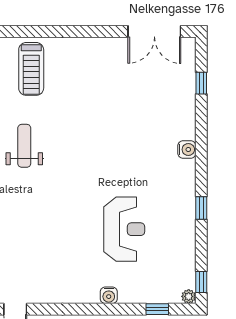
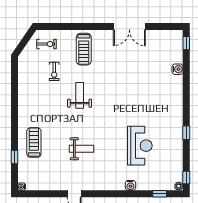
double door: (154, 31) -> (129, 26), moved
window: (201, 83) -> (186, 43), moved
water cooler: (187, 150) -> (178, 69), moved
weight bench: (28, 234) -> (82, 149), added

